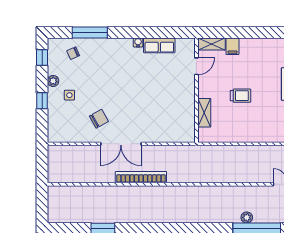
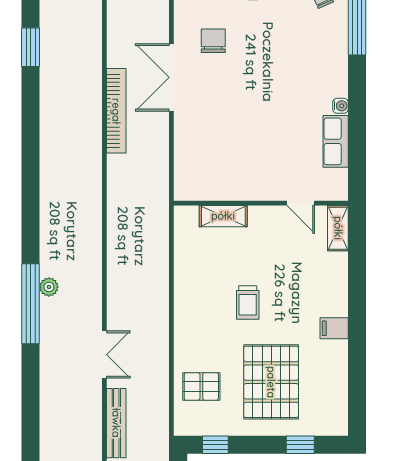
filing cabinet: (232, 46) -> (334, 328), moved
trolley: (241, 96) -> (248, 302), moved
chair: (99, 119) -> (213, 41), turned -151

